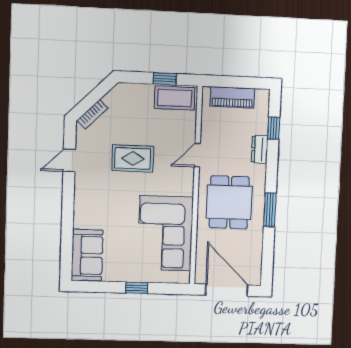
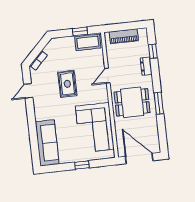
rug: (133, 158) -> (67, 84), turned 90
dining table: (229, 202) -> (132, 102), turned 90
sofa: (87, 255) -> (47, 143), width x1.36

